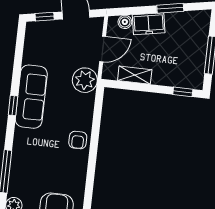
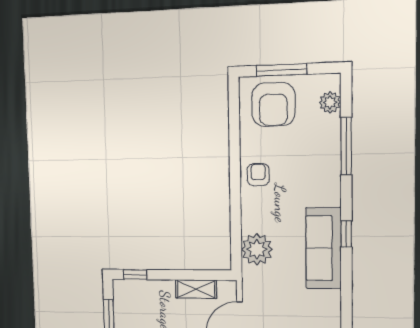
plant: (85, 80) -> (257, 249), moved
armchair: (78, 140) -> (258, 175), moved

